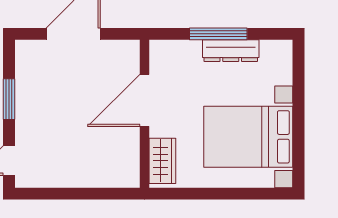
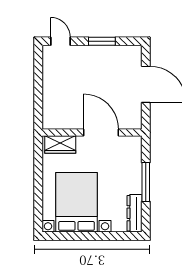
dresser: (231, 51) -> (135, 213), moved

